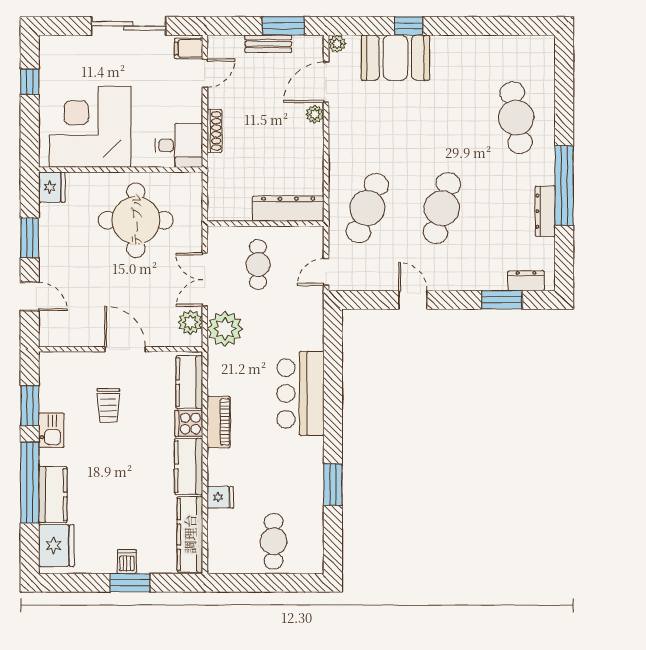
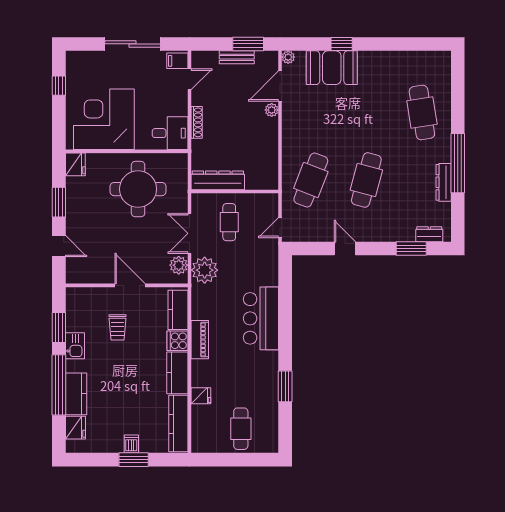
dresser: (288, 209) -> (218, 180), moved
fridge: (56, 546) -> (75, 428), width x0.73, depth x0.75

